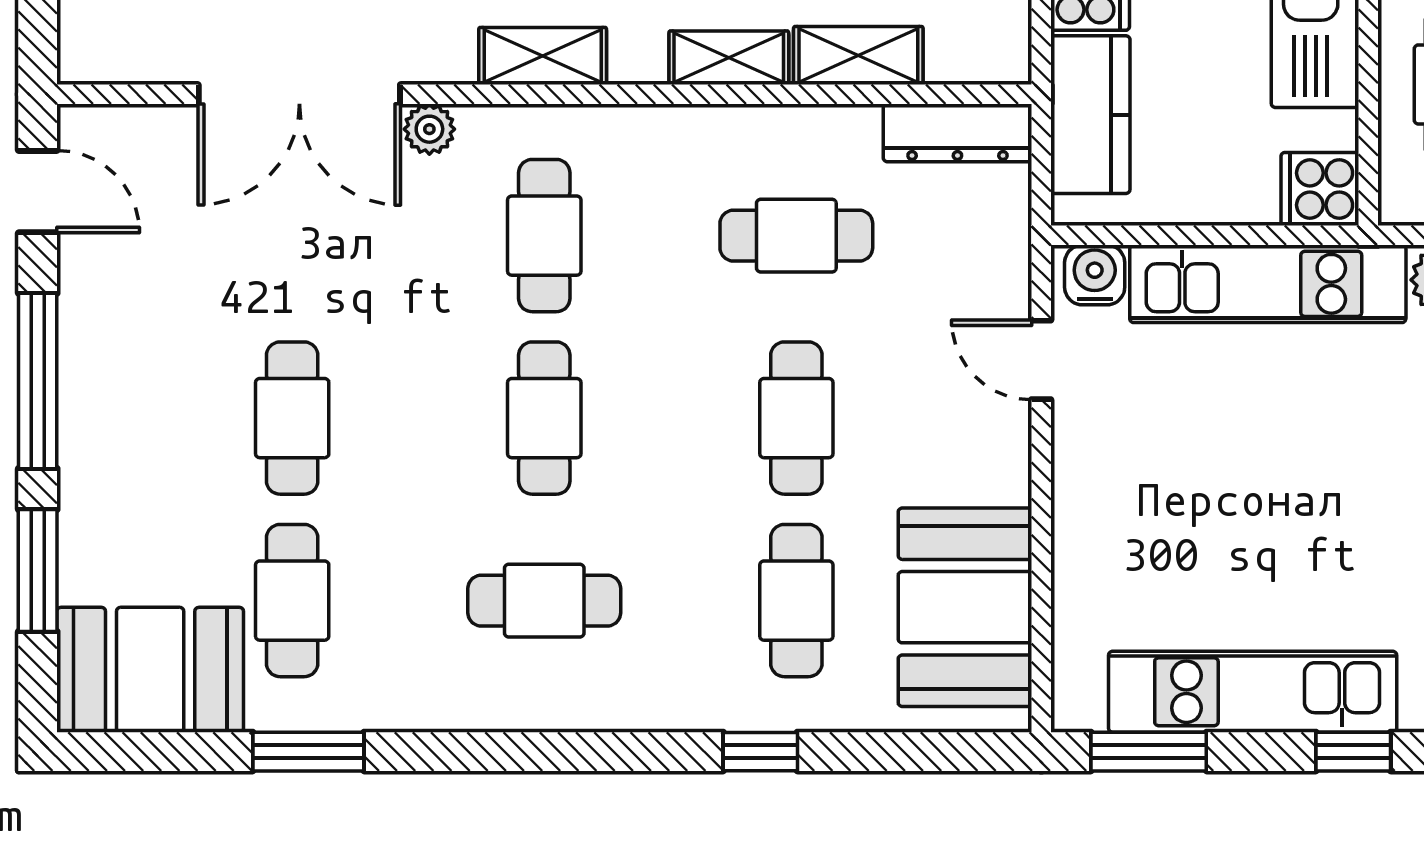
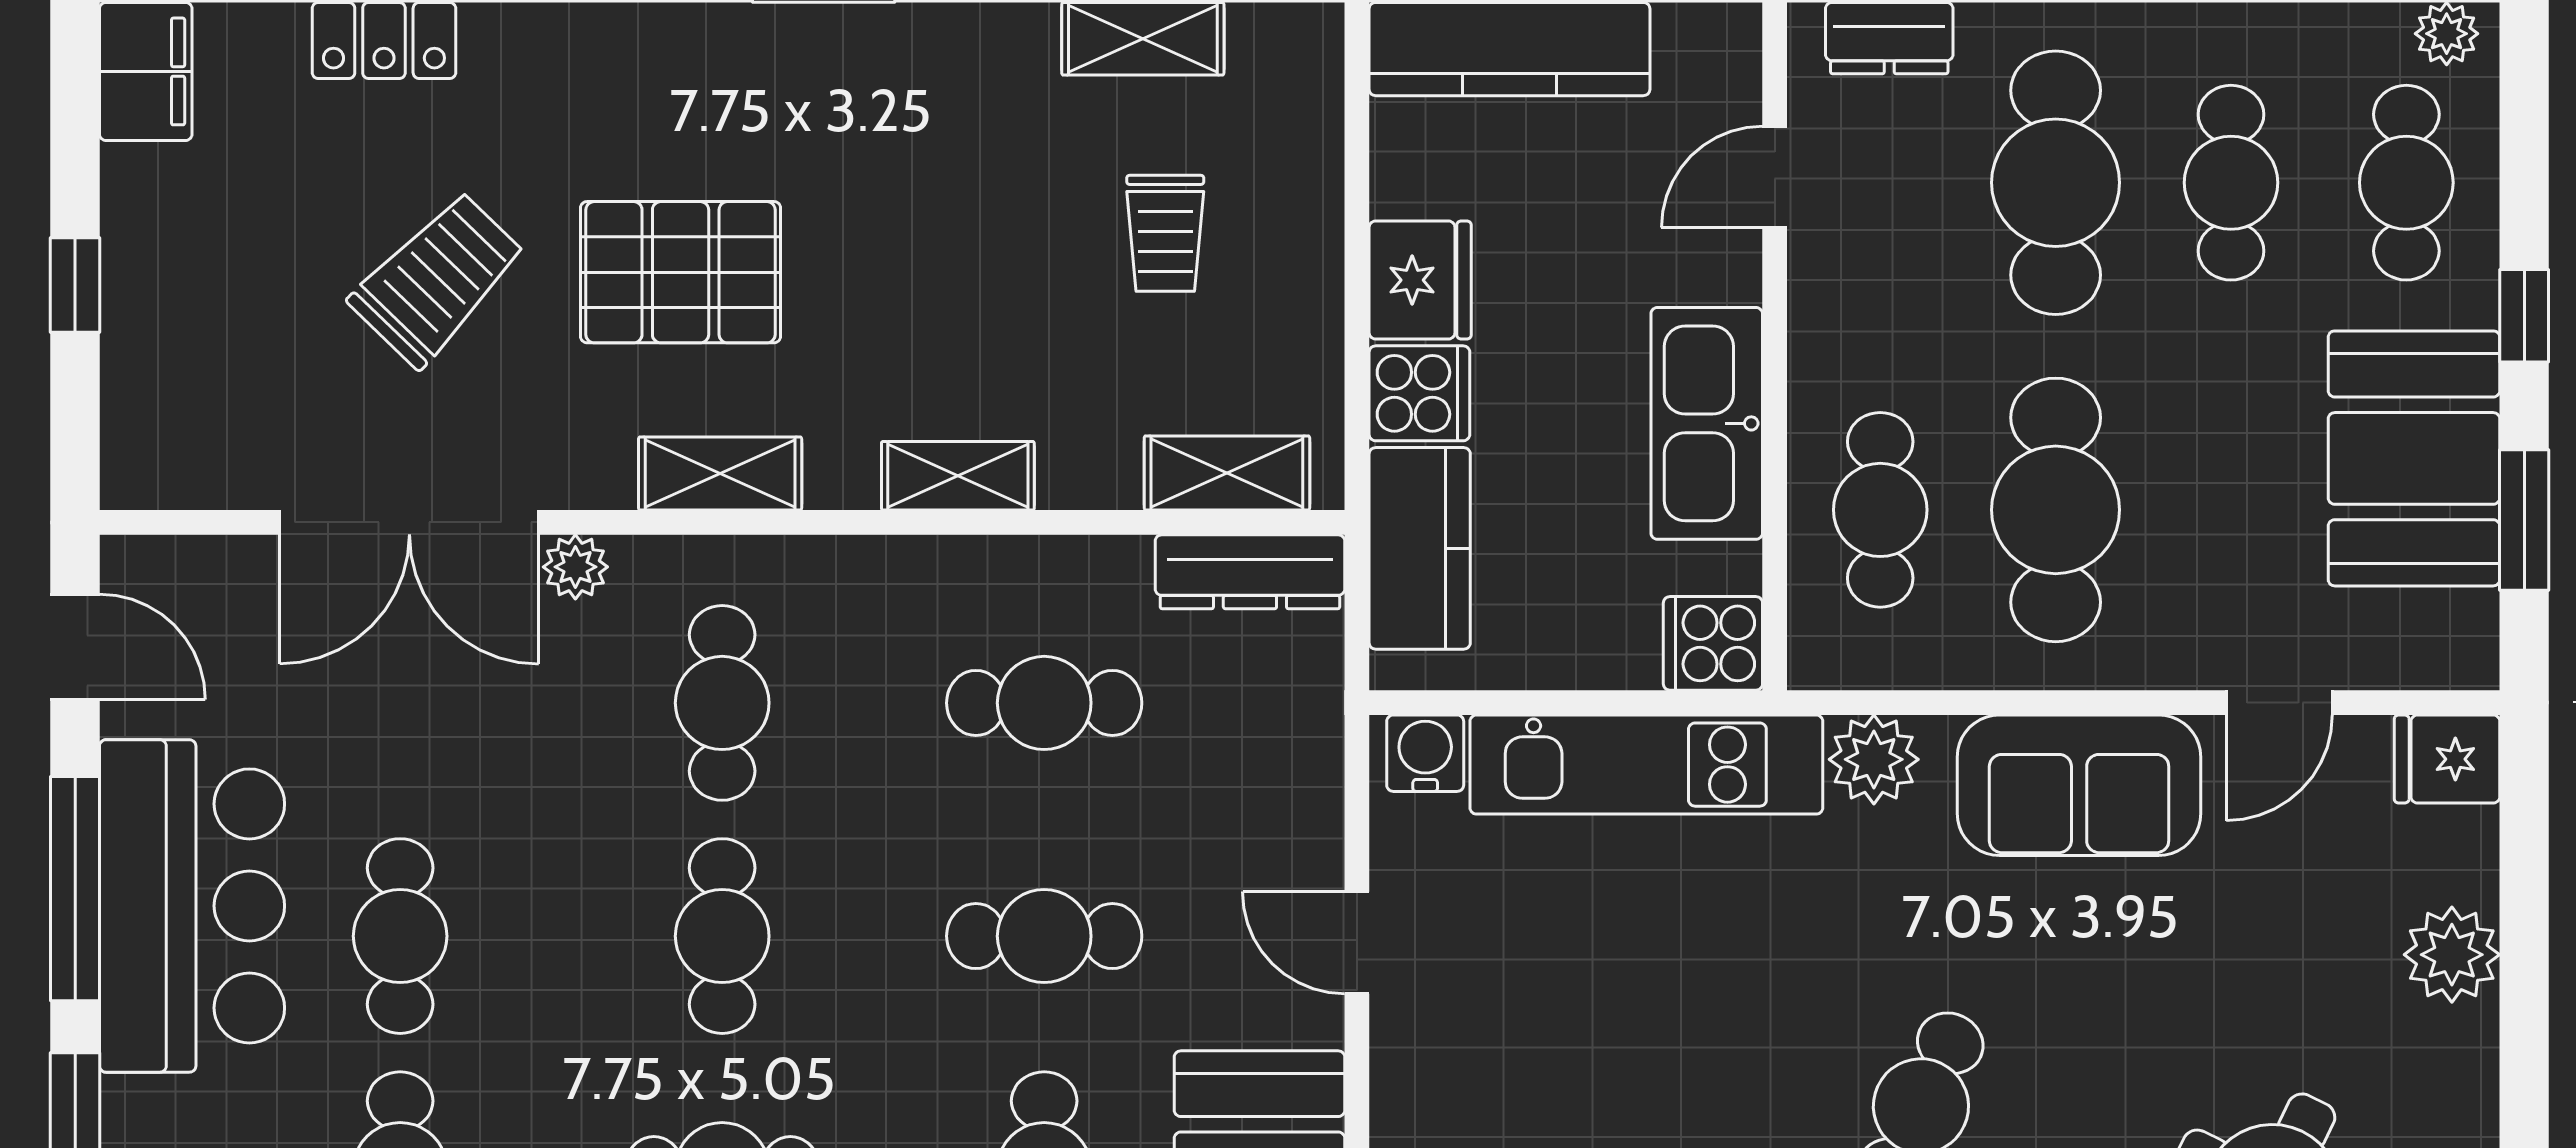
shelving: (858, 56) -> (1227, 473), moved
door: (1041, 360) -> (1357, 943), moved
bar counter: (129, 395) -> (192, 906), added
cafe table: (796, 418) -> (1044, 936), turned 90

